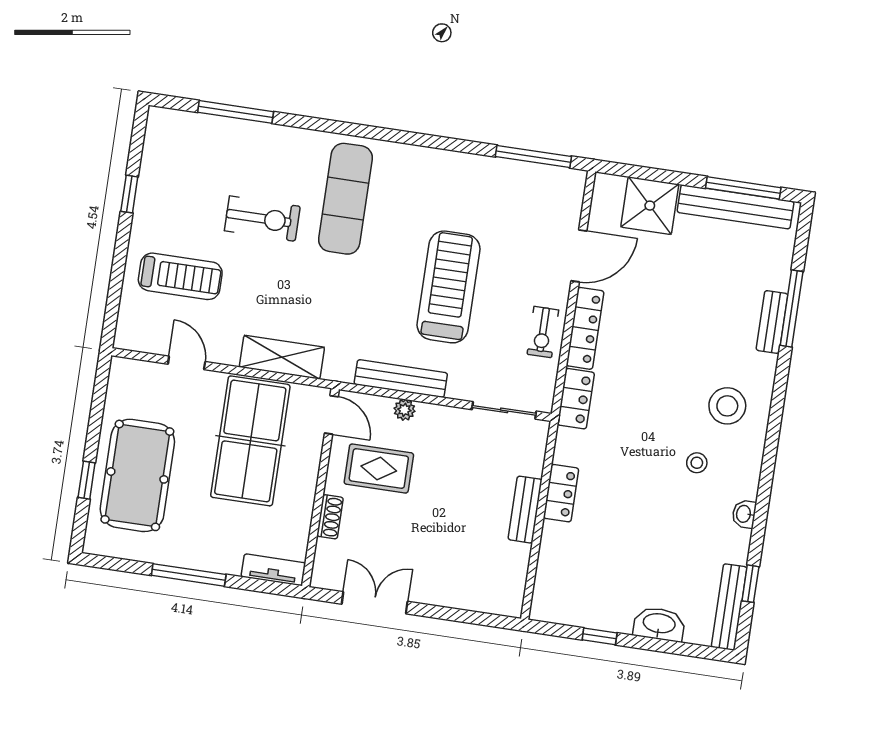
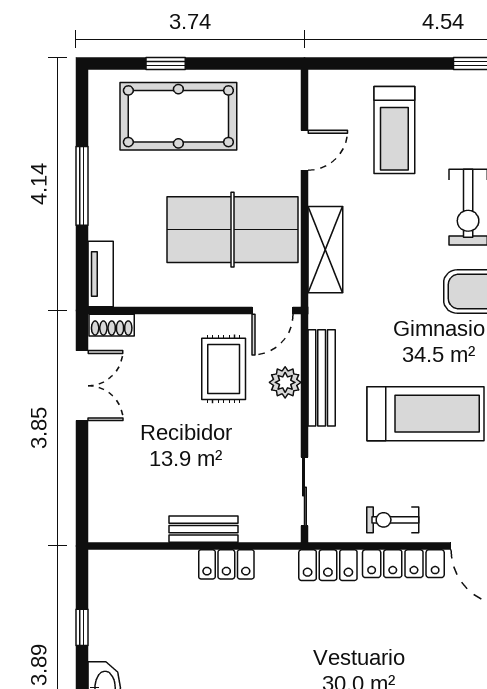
plant: (404, 410) -> (285, 382), width x1.38, depth x1.38
shoe rack: (330, 517) -> (112, 325), moved

